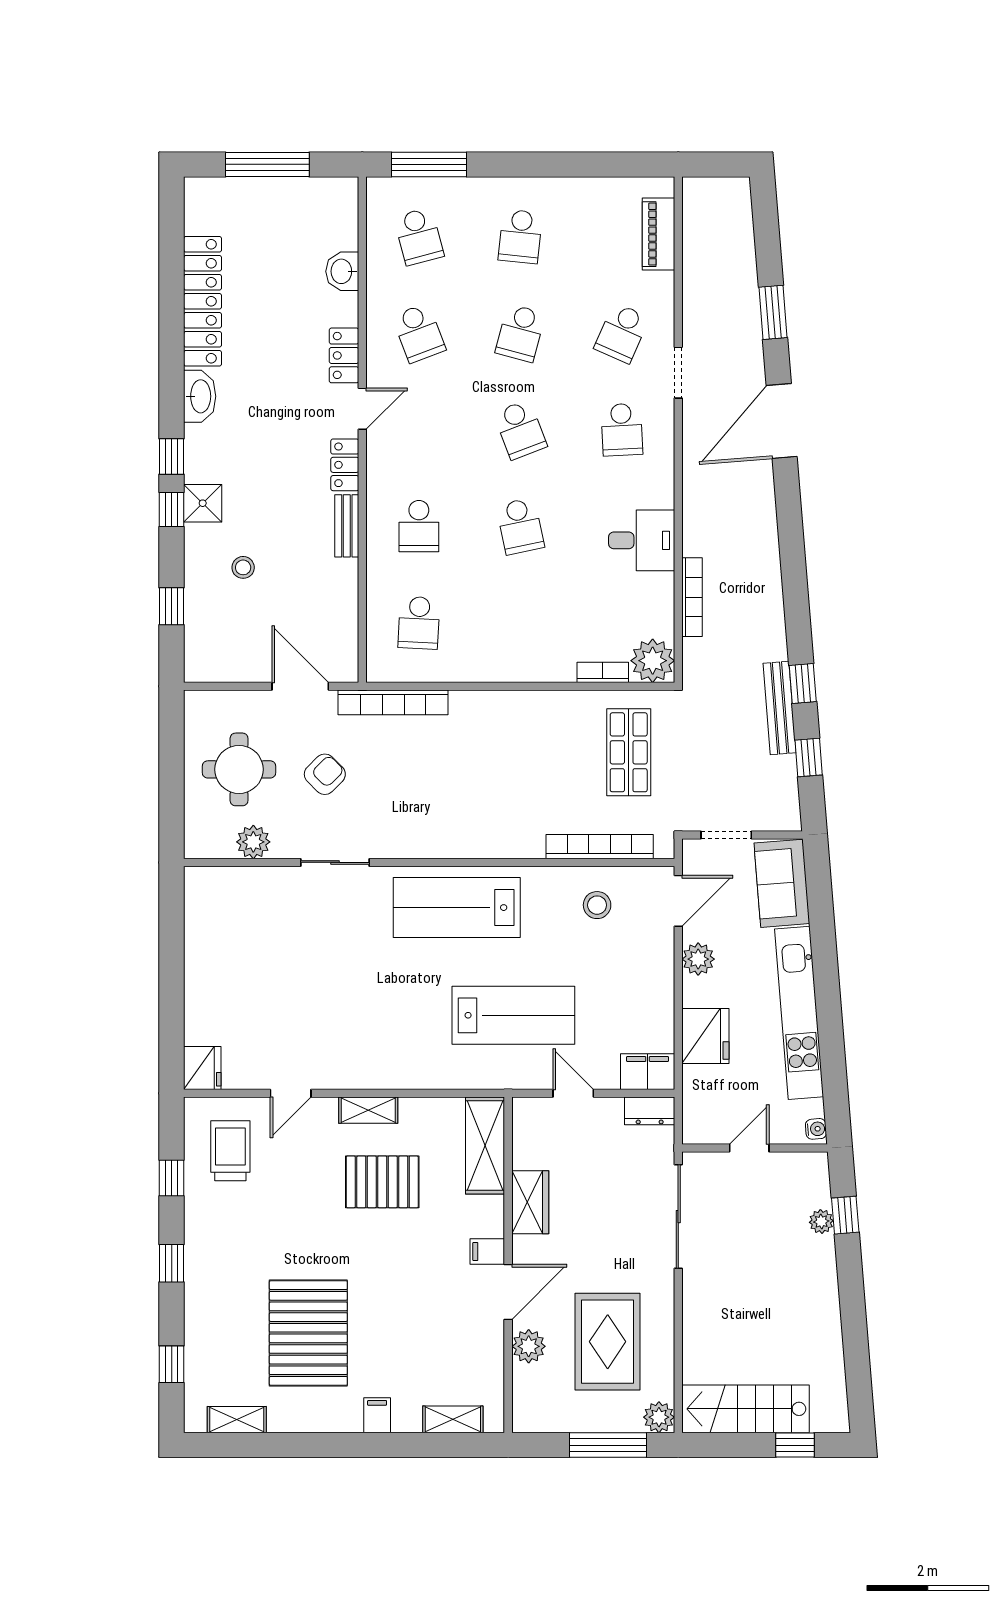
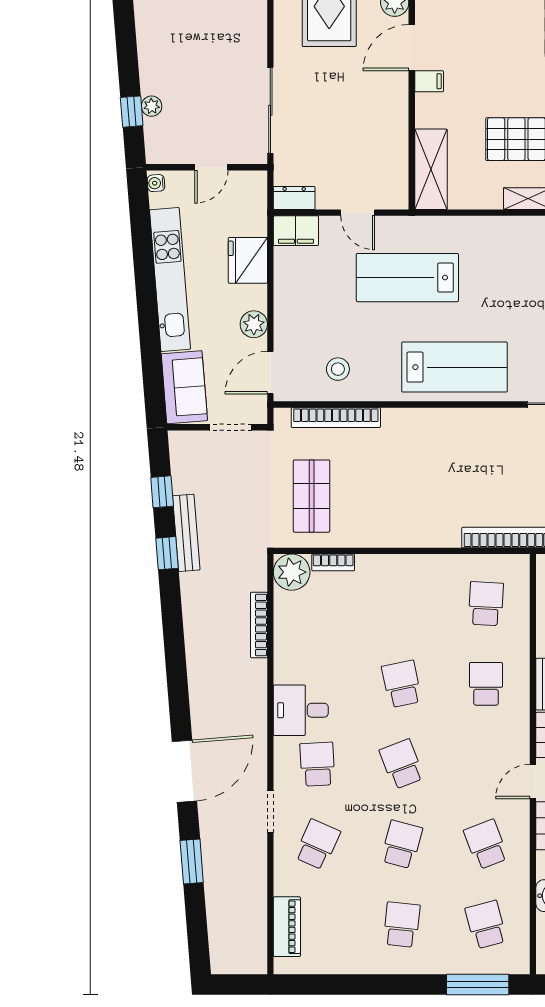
desk: (642, 540) -> (301, 710), moved
wardrobe: (530, 1202) -> (393, 122), removed

